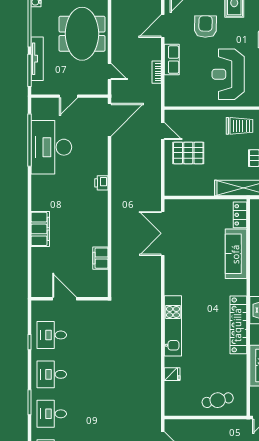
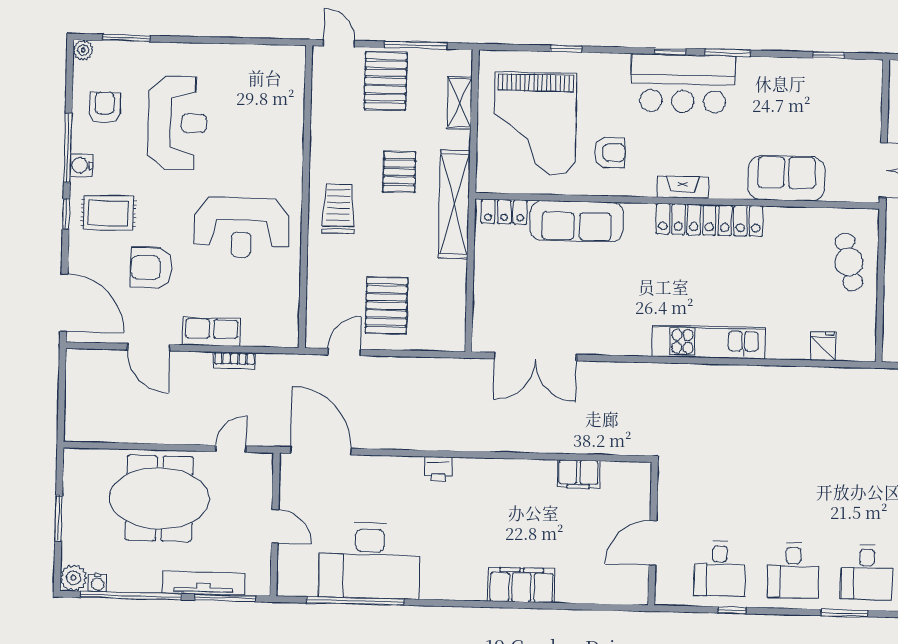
fridge: (172, 374) -> (823, 346), moved

